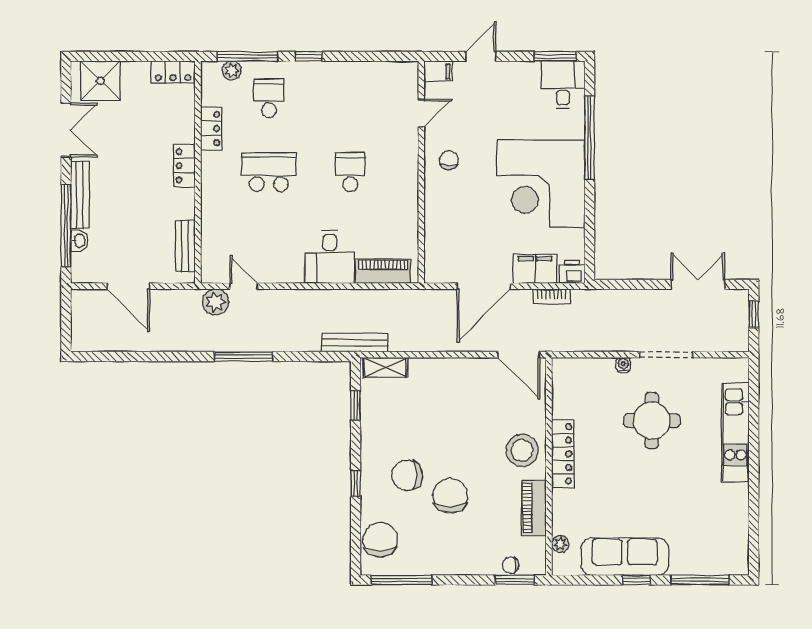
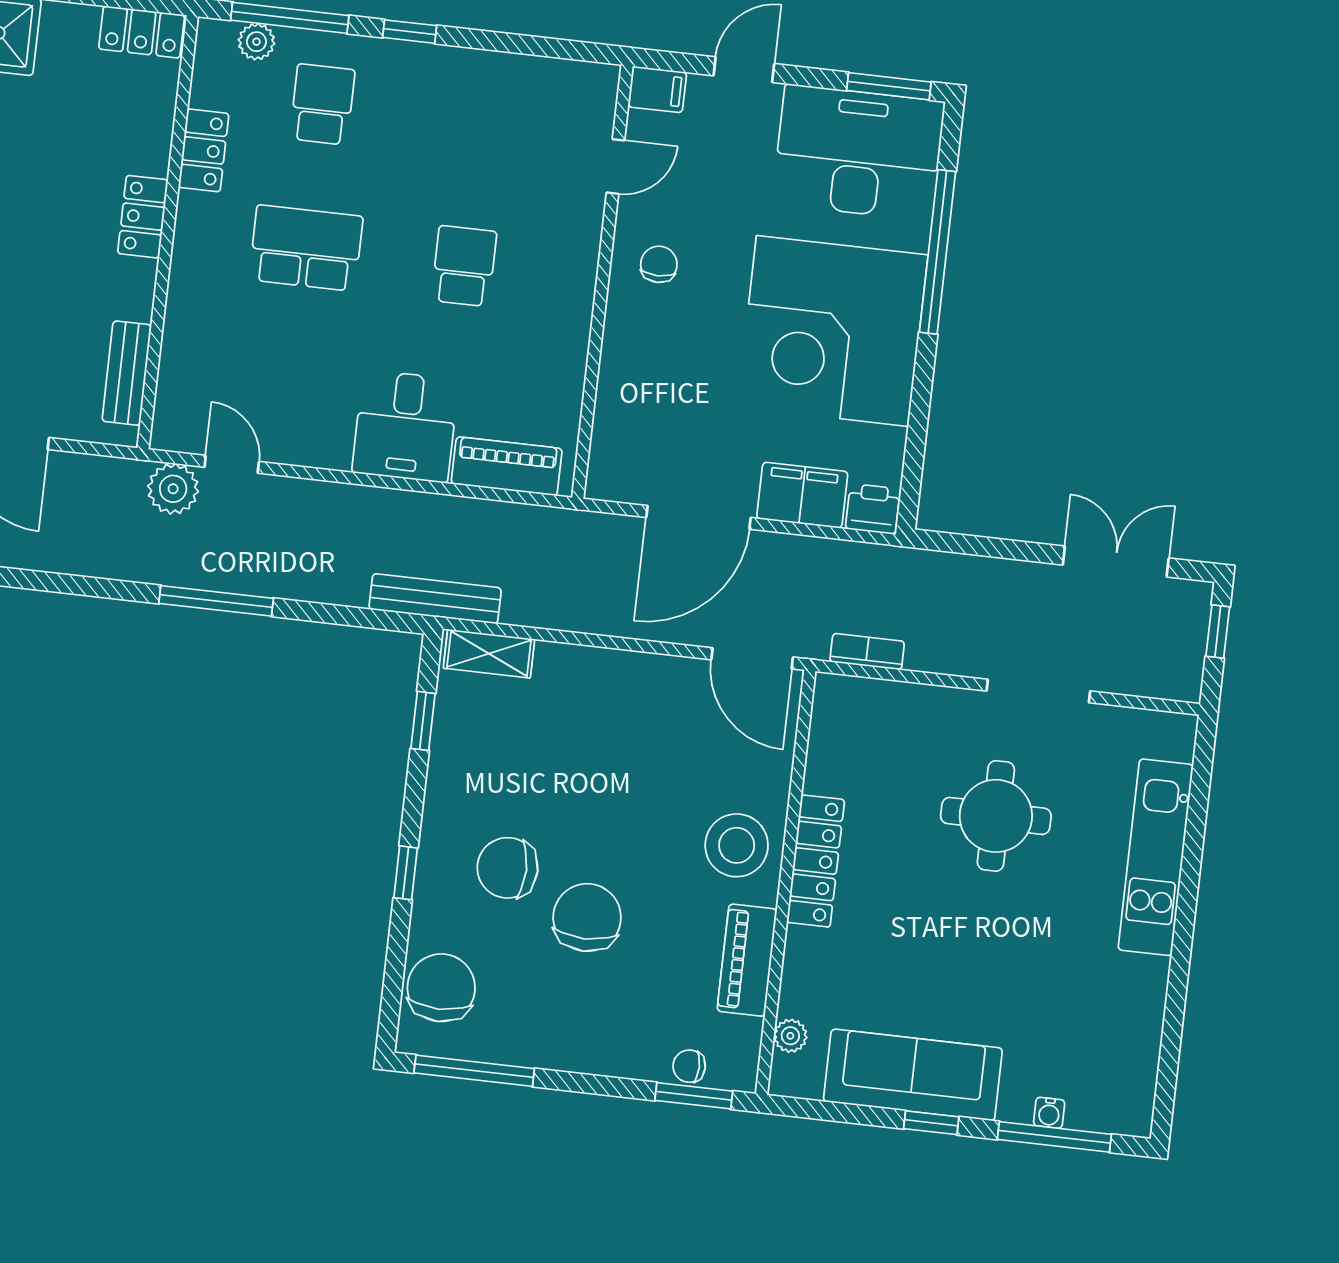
desk: (563, 85) -> (858, 153), width x1.87, depth x1.30
bookcase: (552, 296) -> (867, 652), moved, turned 180
water cooler: (623, 365) -> (1049, 1113), moved, turned 180

